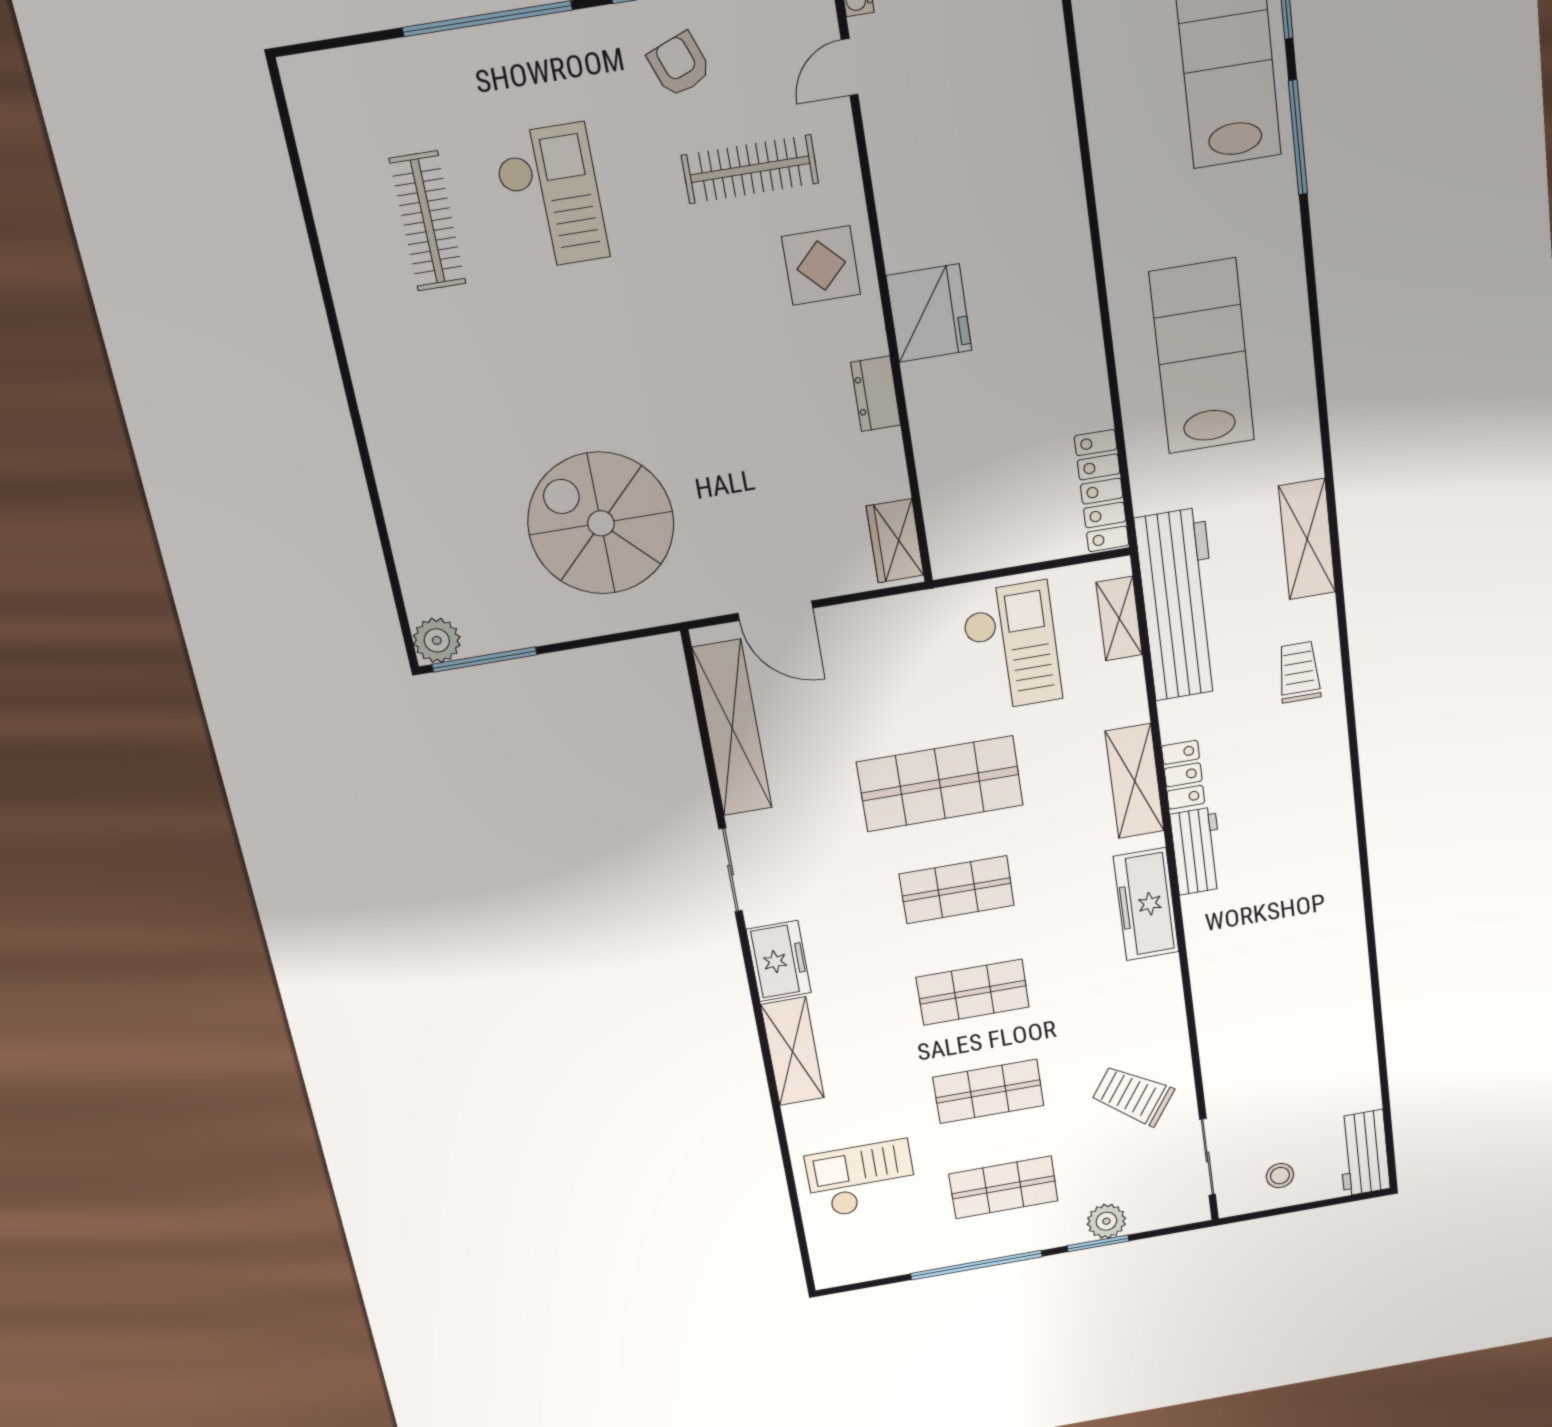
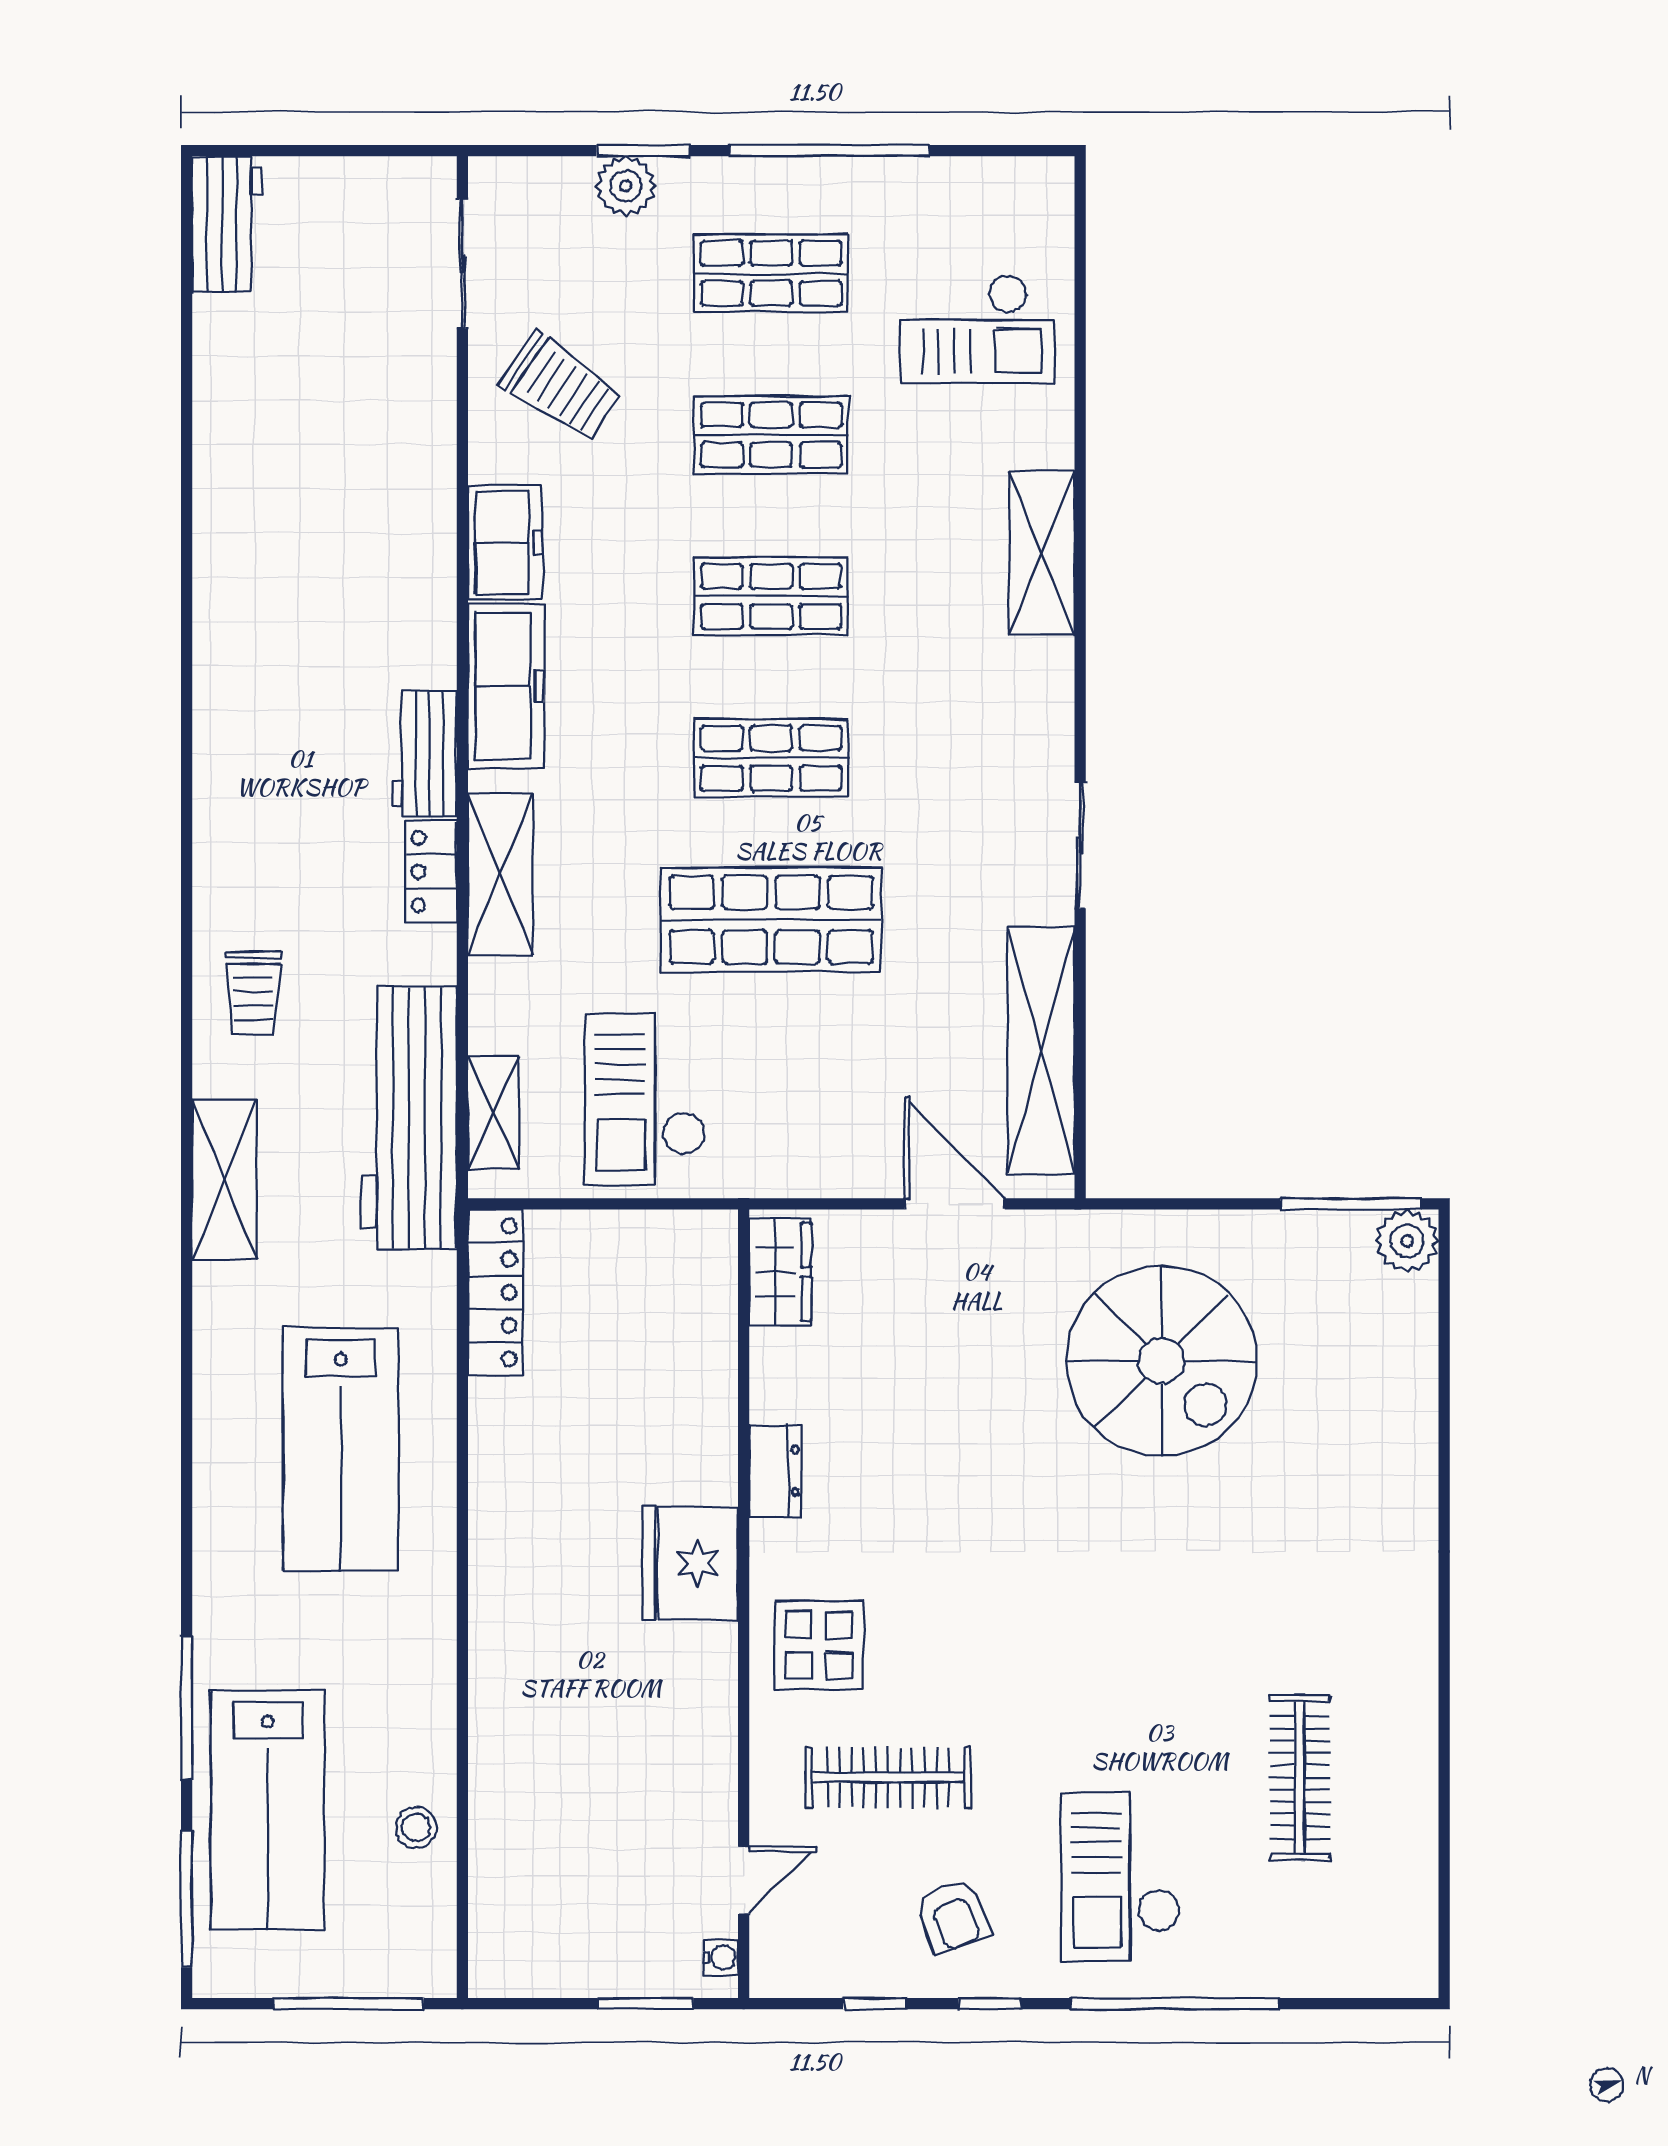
checkout: (551, 197) -> (1121, 1877), moved
freezer: (779, 961) -> (505, 542), moved, turned 180
stool: (1280, 1176) -> (416, 1828), moved

